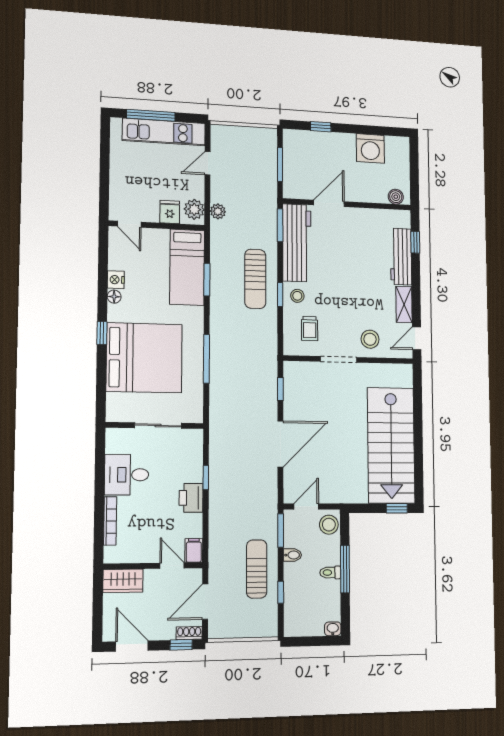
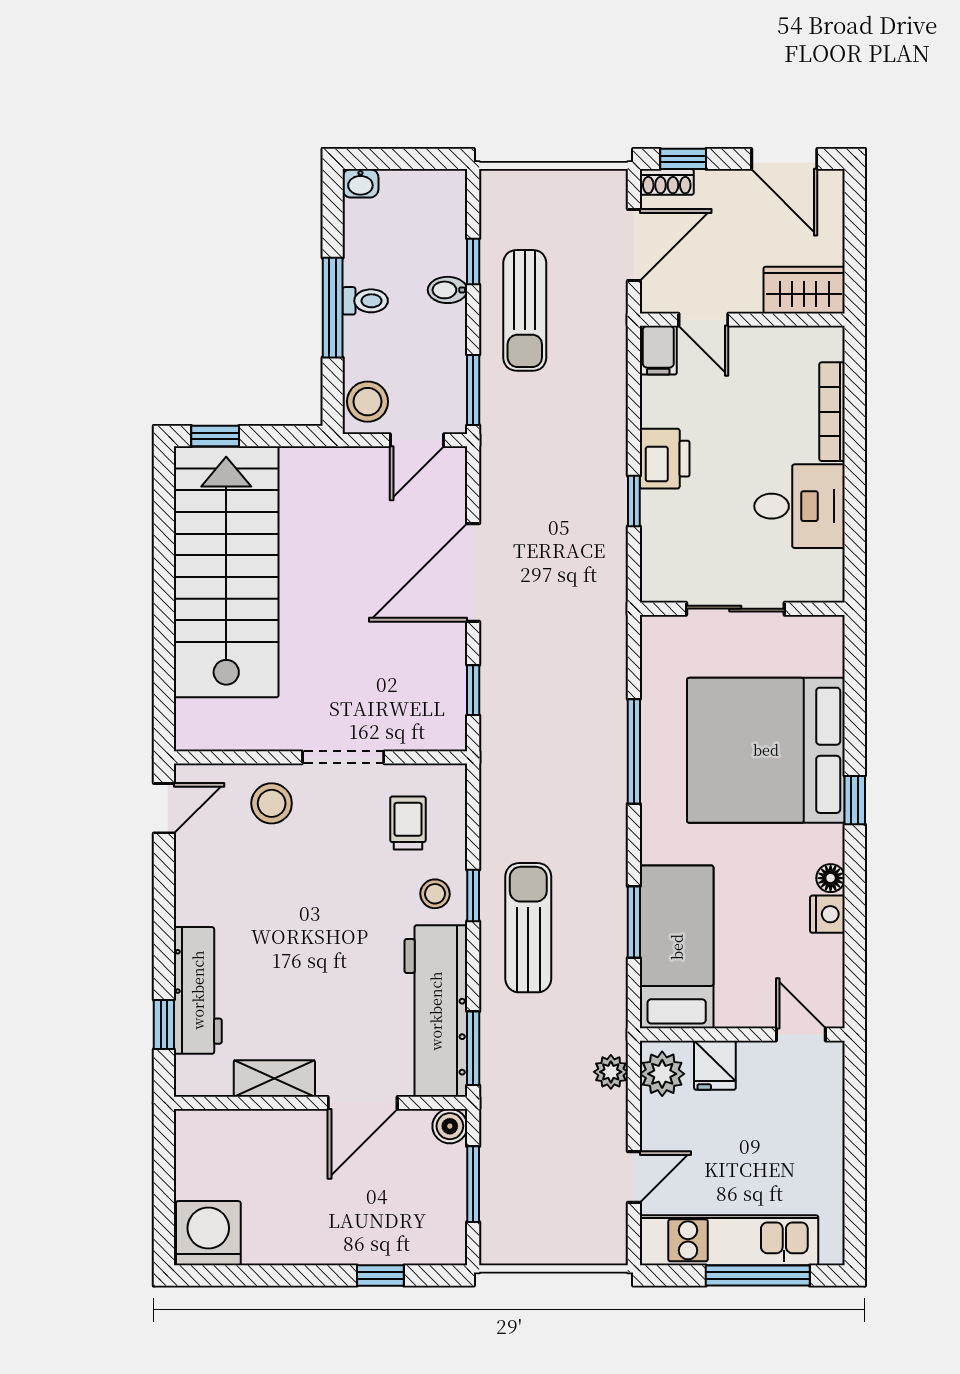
washing machine: (370, 148) -> (208, 1233), moved
boiler: (396, 197) -> (450, 1126), moved
shelving: (404, 304) -> (274, 1078), moved, turned 90
bidet: (292, 555) -> (448, 290), moved

